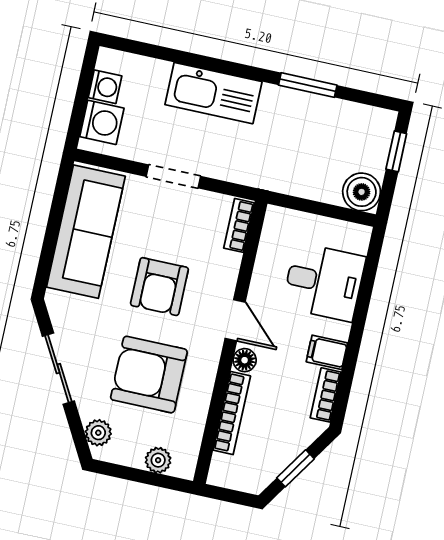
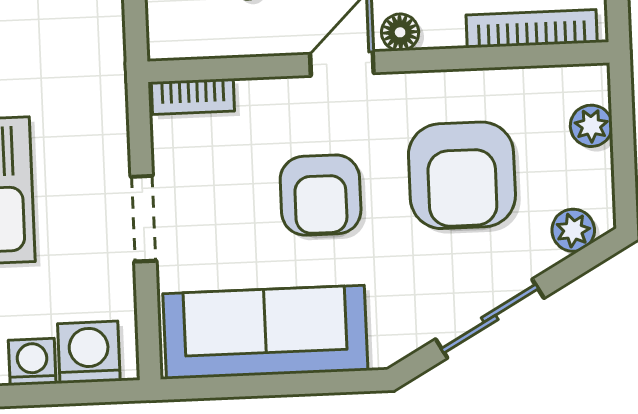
armchair: (159, 287) -> (321, 195), turned 90
bookcase: (232, 413) -> (532, 29), moved

